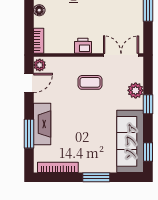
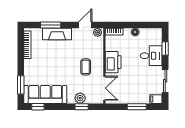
printer: (83, 46) -> (113, 62), width x1.87, depth x1.48
door: (29, 83) -> (85, 25), swing flipped
window: (148, 104) -> (82, 107), moved
window: (96, 177) -> (21, 85), moved

